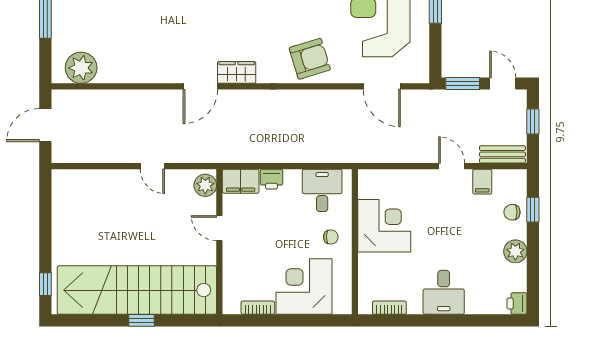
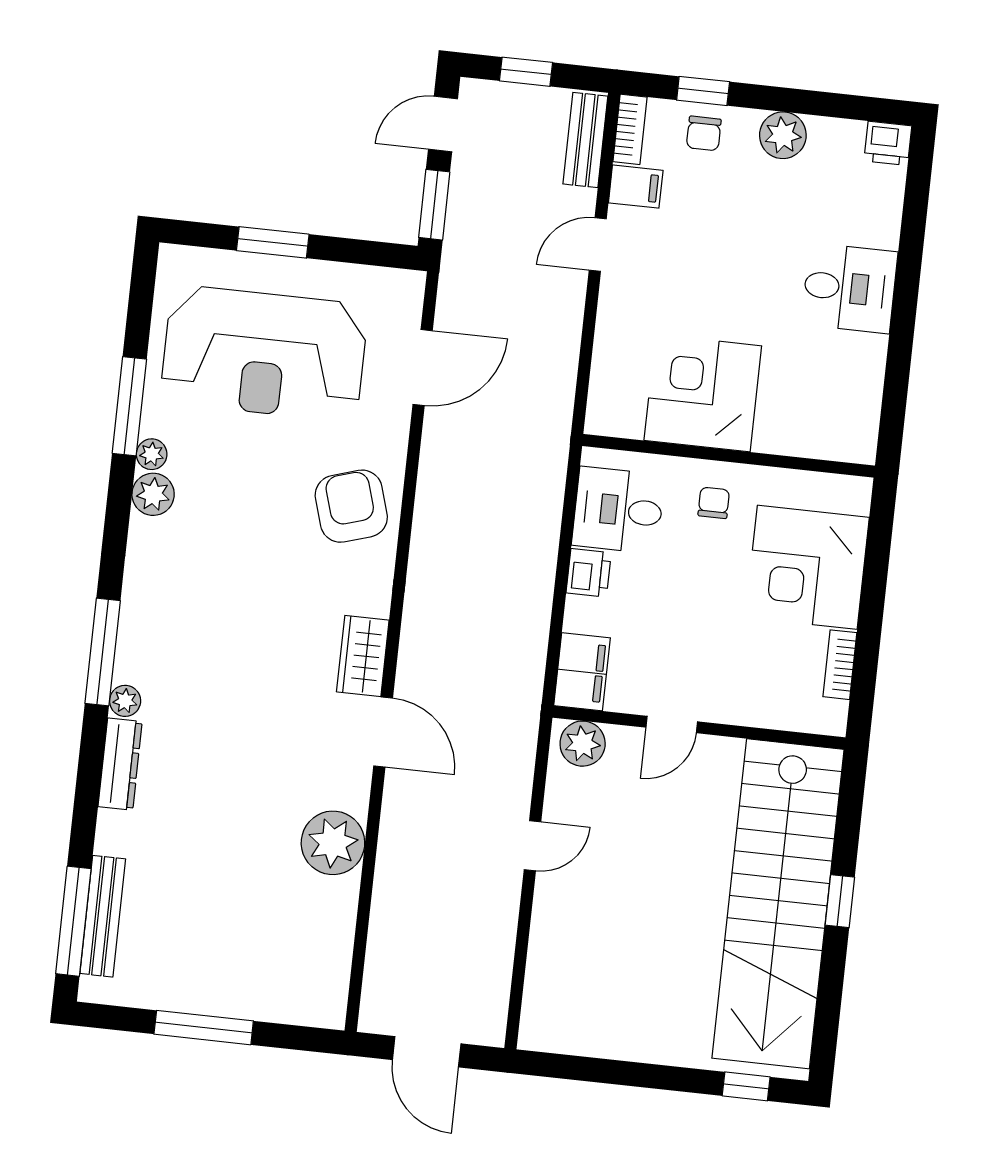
plant: (81, 68) -> (333, 843), moved
printer: (272, 179) -> (589, 573), moved
bookcase: (389, 308) -> (630, 129), moved, turned 180

